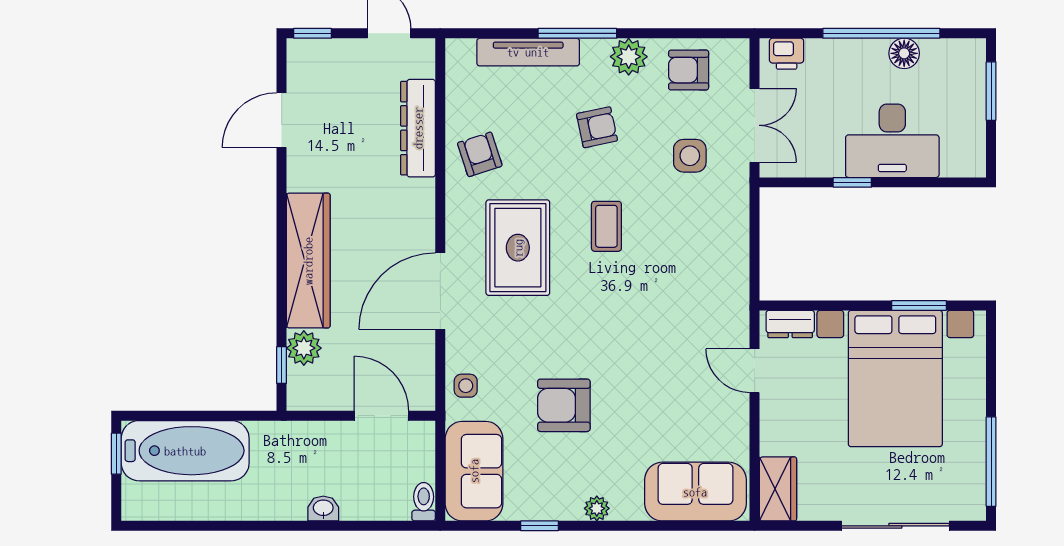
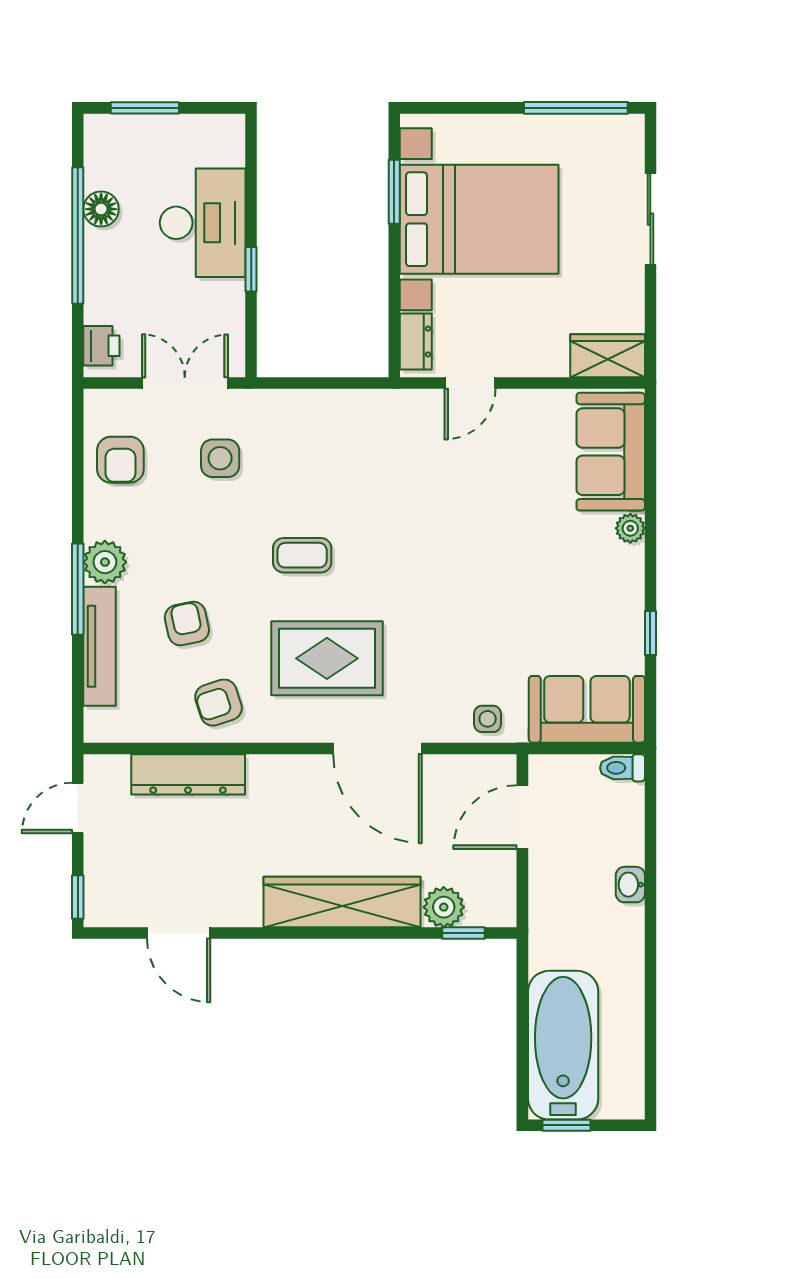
plant: (629, 57) -> (105, 562), moved
armchair: (597, 127) -> (187, 624), moved
armchair: (564, 405) -> (510, 605), removed
plant: (597, 508) -> (630, 528), moved
sliding door: (895, 526) -> (650, 219), width x0.73

